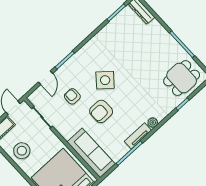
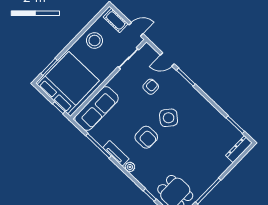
armchair: (101, 111) -> (146, 137), moved, turned 180

